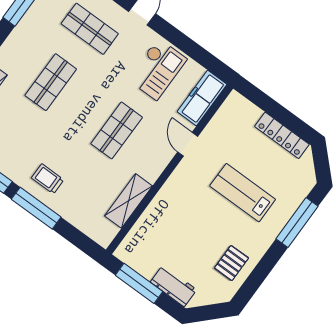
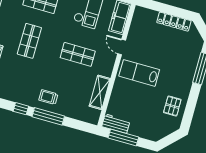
shop shelf: (117, 130) -> (78, 54), turned 90
lab bench: (243, 193) -> (139, 73), moved
workbench: (174, 286) -> (116, 124), moved

